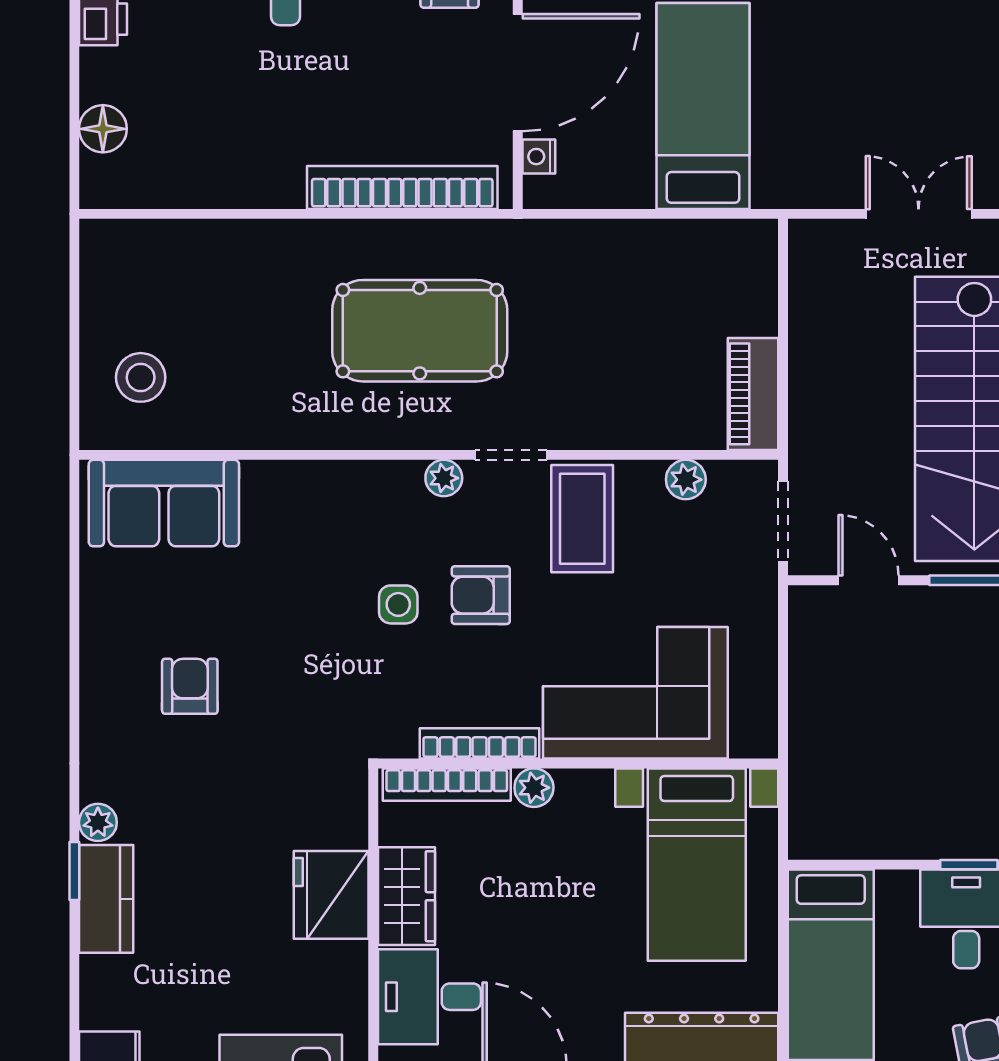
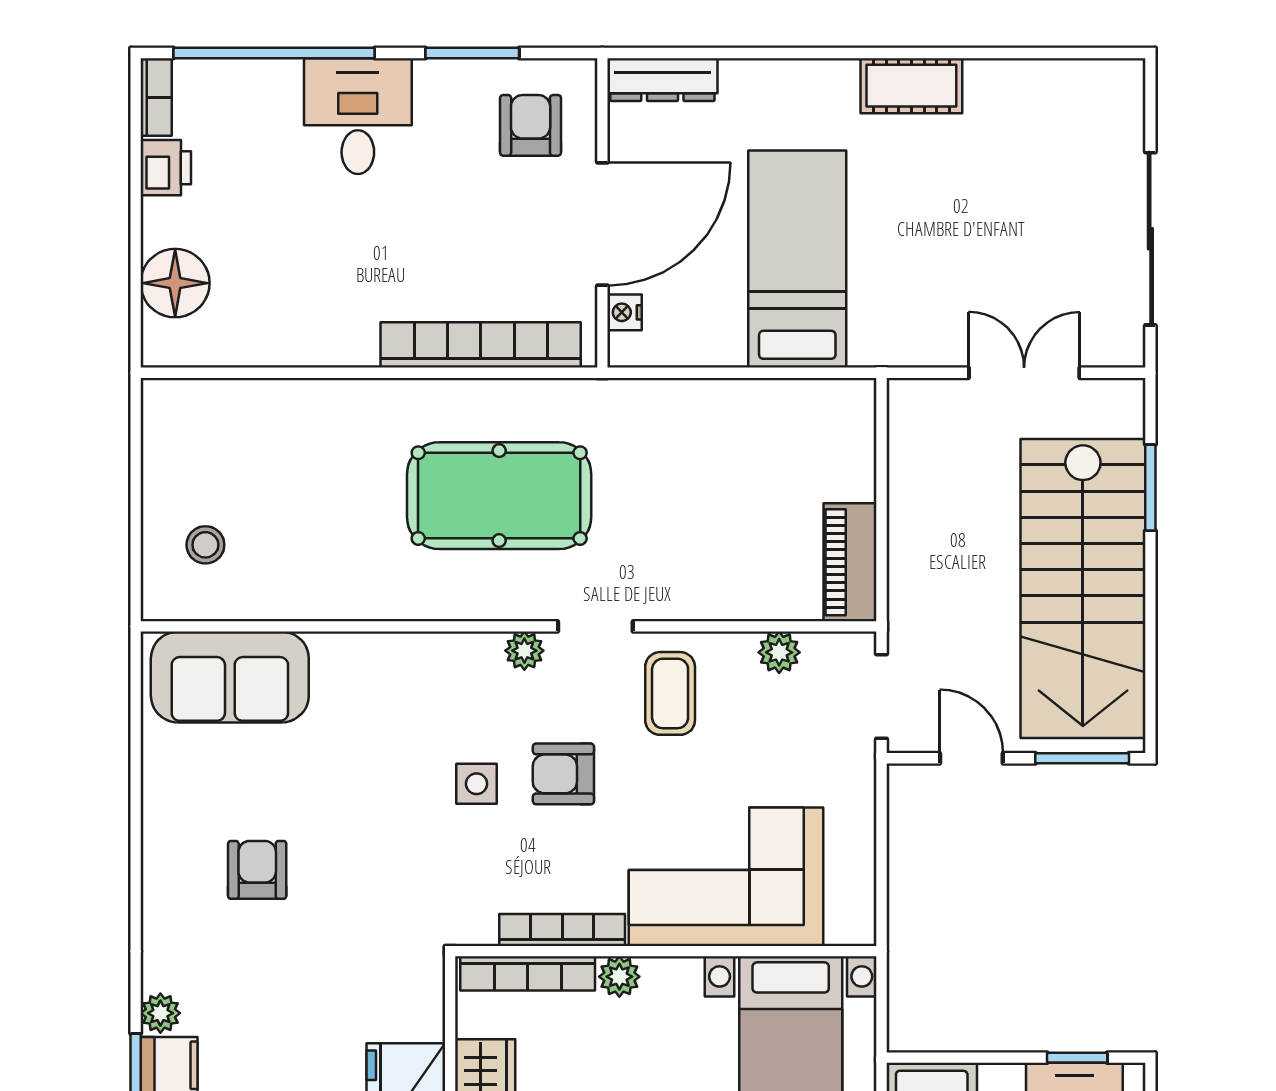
floor lamp: (103, 129) -> (175, 283), width x1.38, depth x1.38
stool: (141, 377) -> (205, 545), width x0.73, depth x0.73
coffee table: (582, 519) -> (670, 693), width x0.73, depth x0.77

